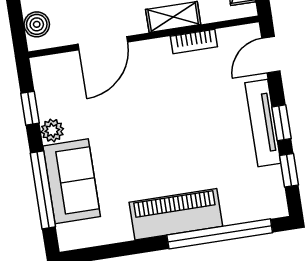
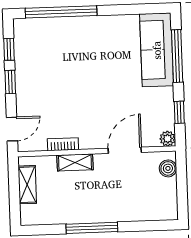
tv unit: (263, 123) -> (23, 83), removed
plant: (52, 130) -> (168, 139), moved
sofa: (72, 181) -> (157, 50), width x1.36
piano: (176, 214) -> (89, 29), removed

